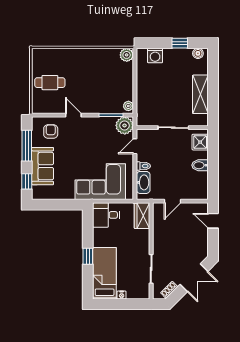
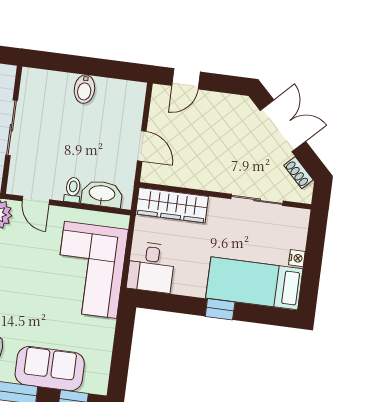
shower: (200, 142) -> (43, 84), removed
wardrobe: (142, 216) -> (172, 205), width x1.50

